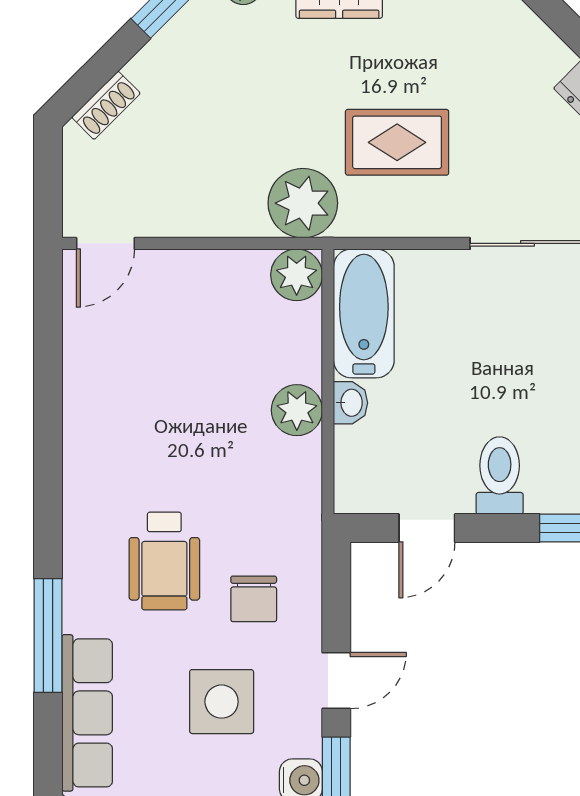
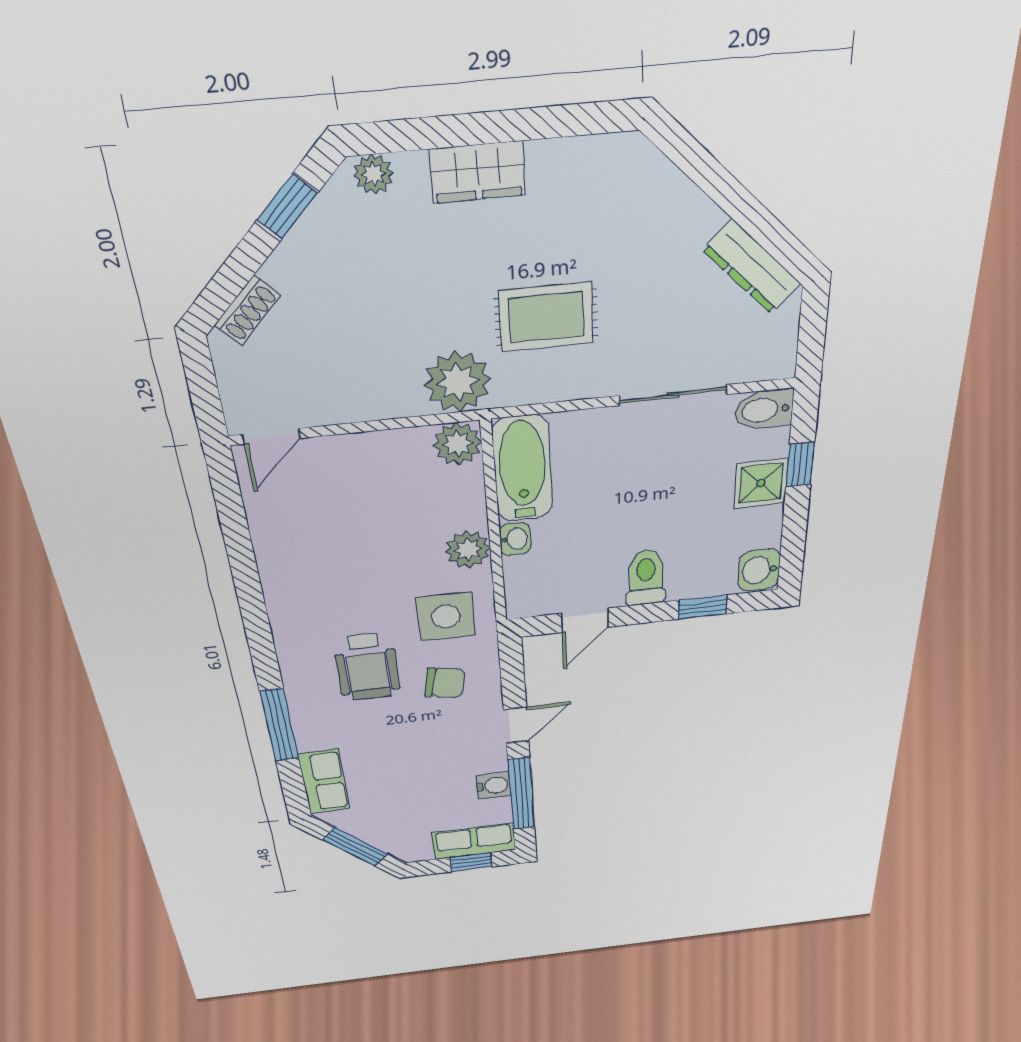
chair: (254, 599) -> (445, 683), turned -79
side table: (222, 702) -> (446, 617), moved
row of seats: (87, 713) -> (324, 782), width x0.68

